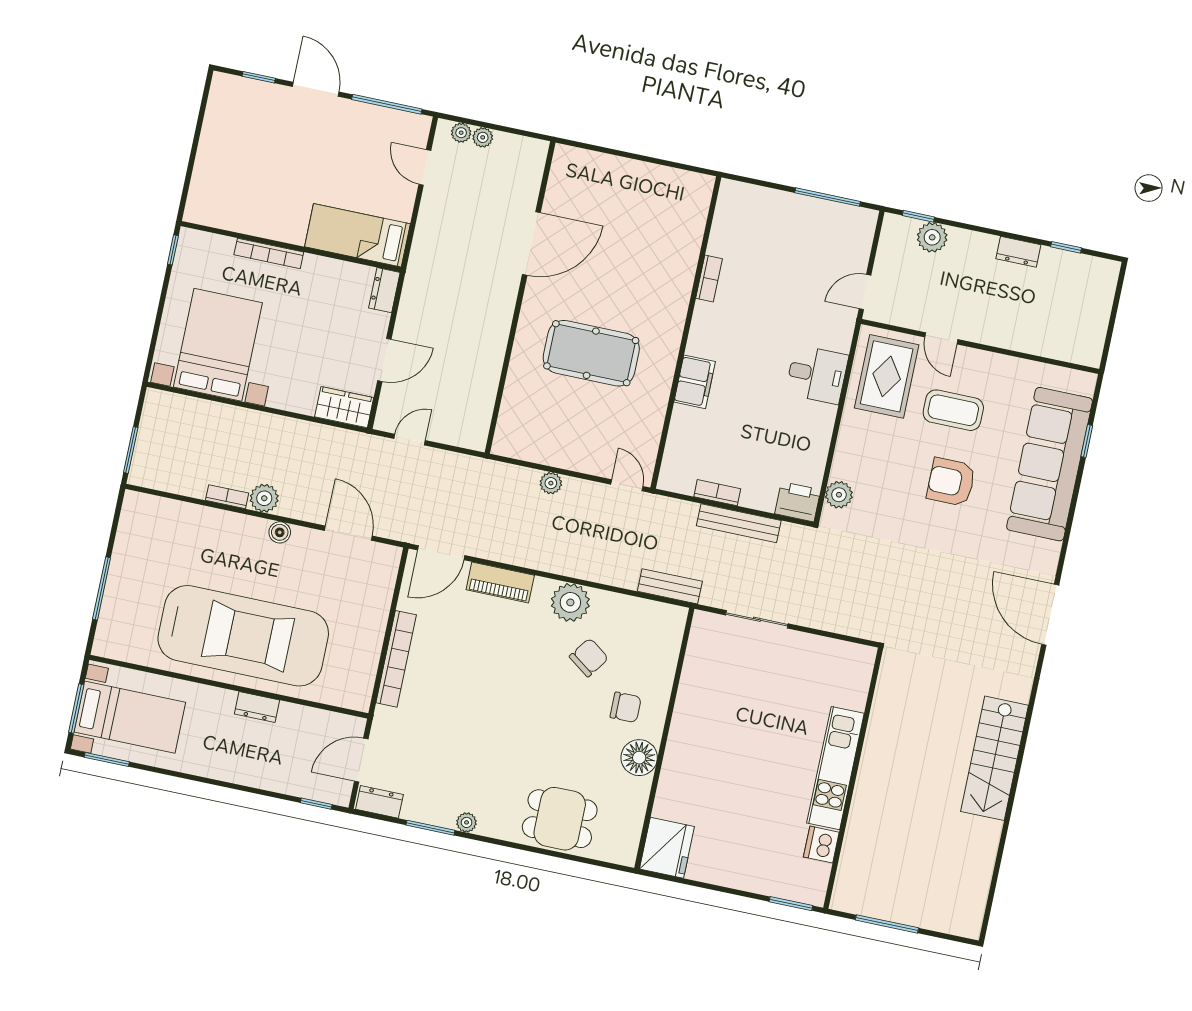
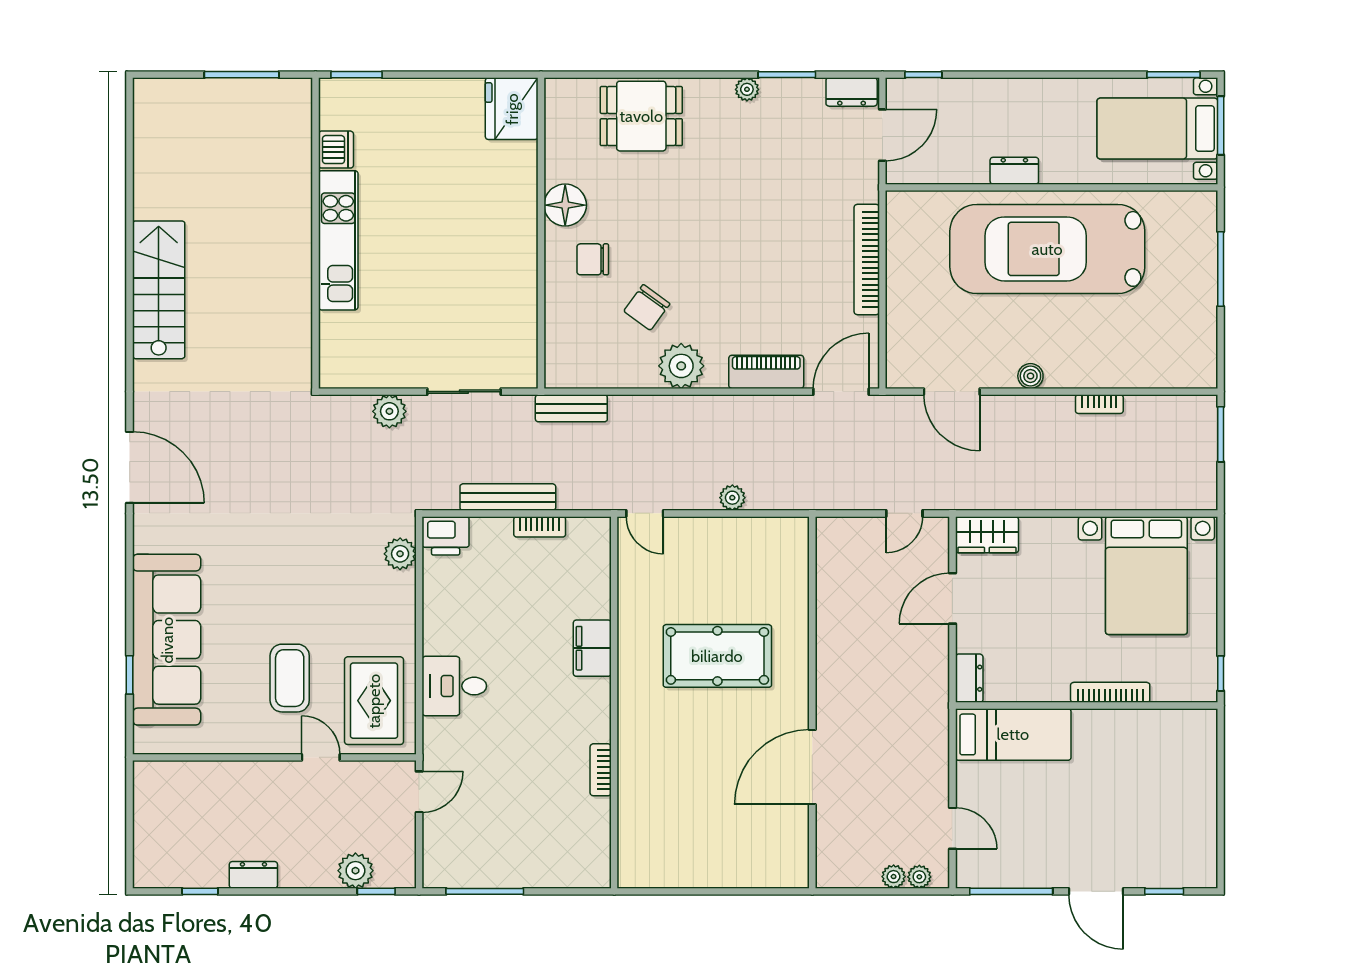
coffee table: (953, 410) -> (290, 678), turned 90
armchair: (951, 482) -> (275, 595), removed
plant: (264, 498) -> (389, 411), moved

